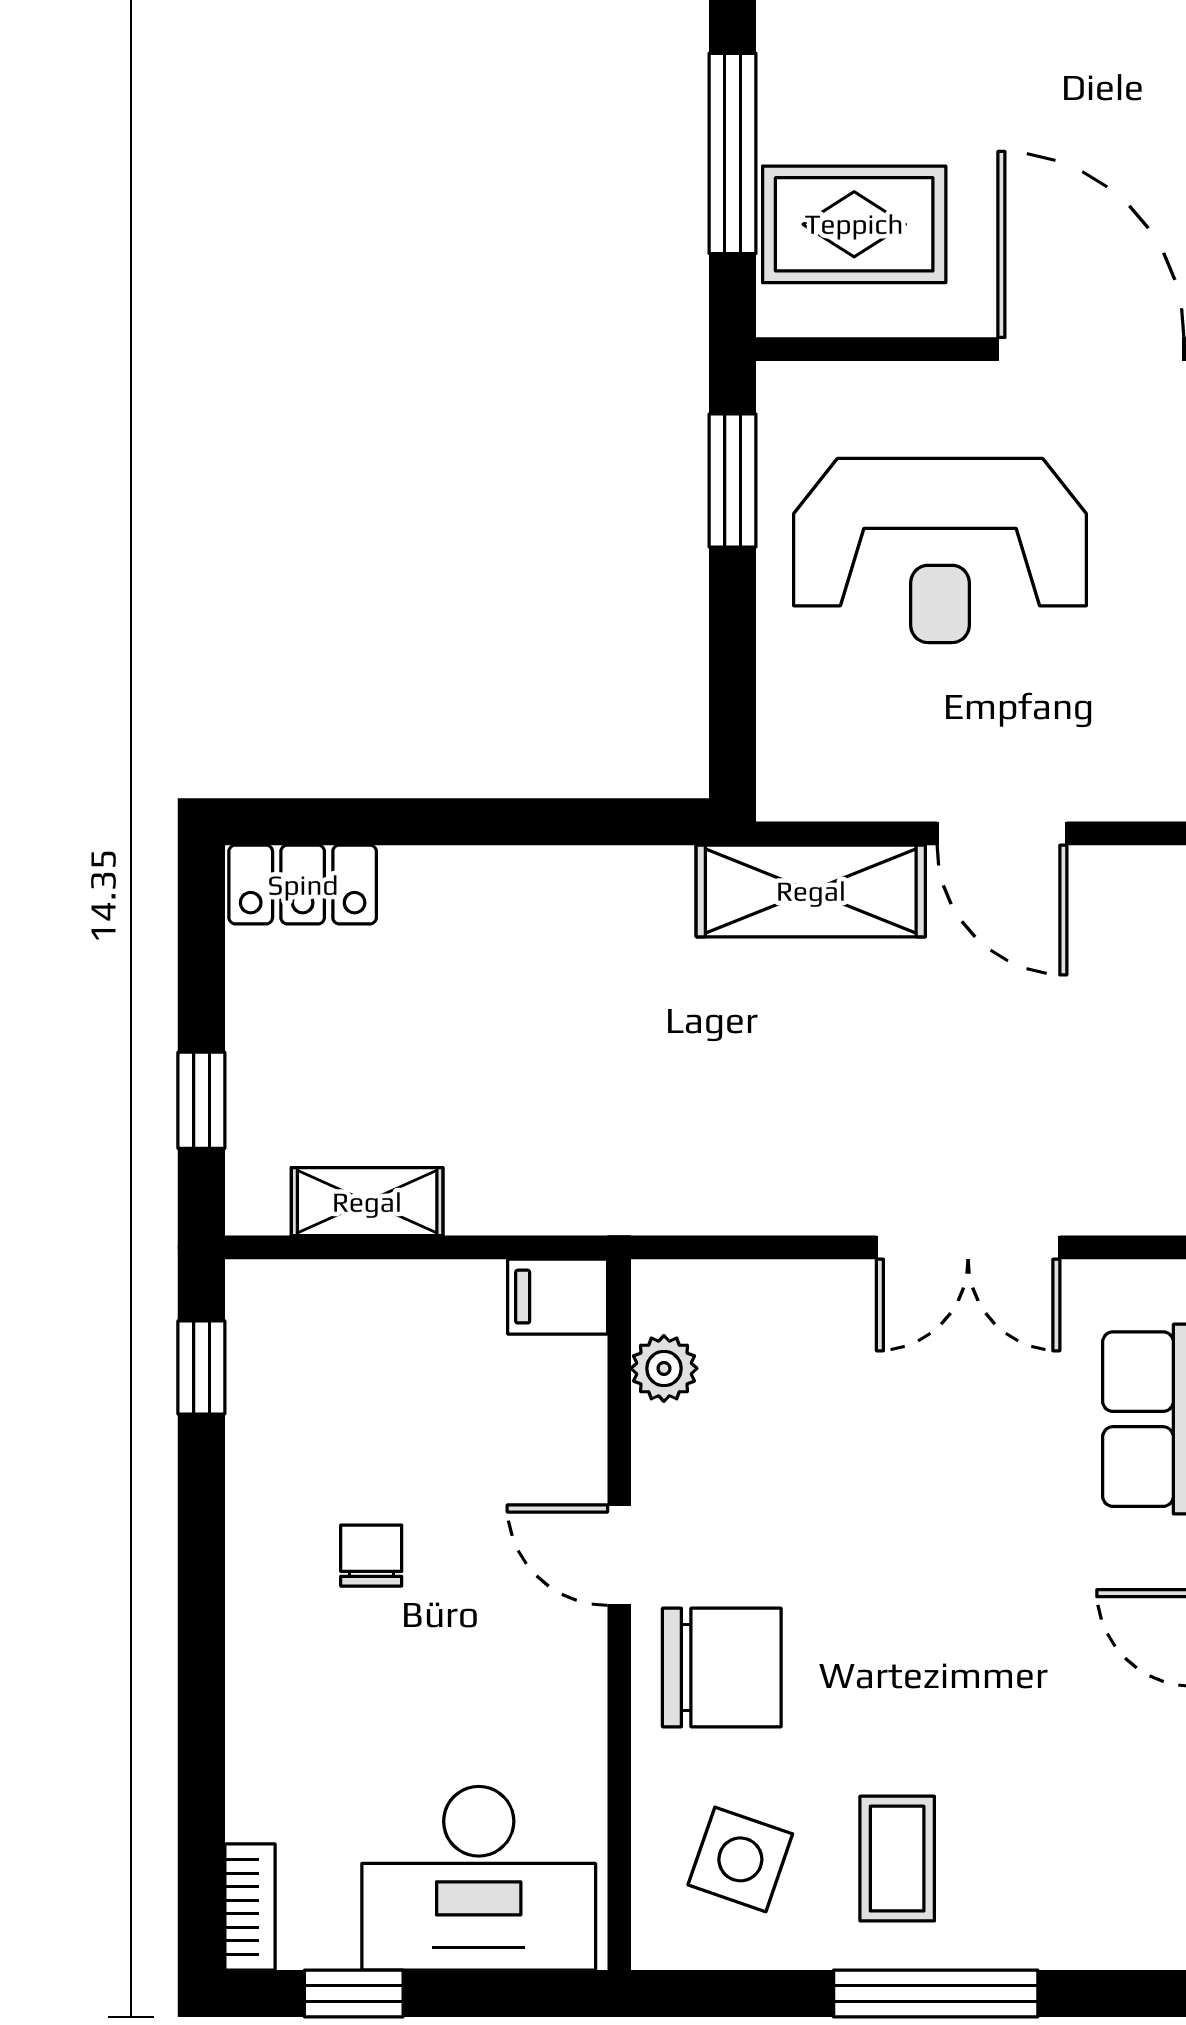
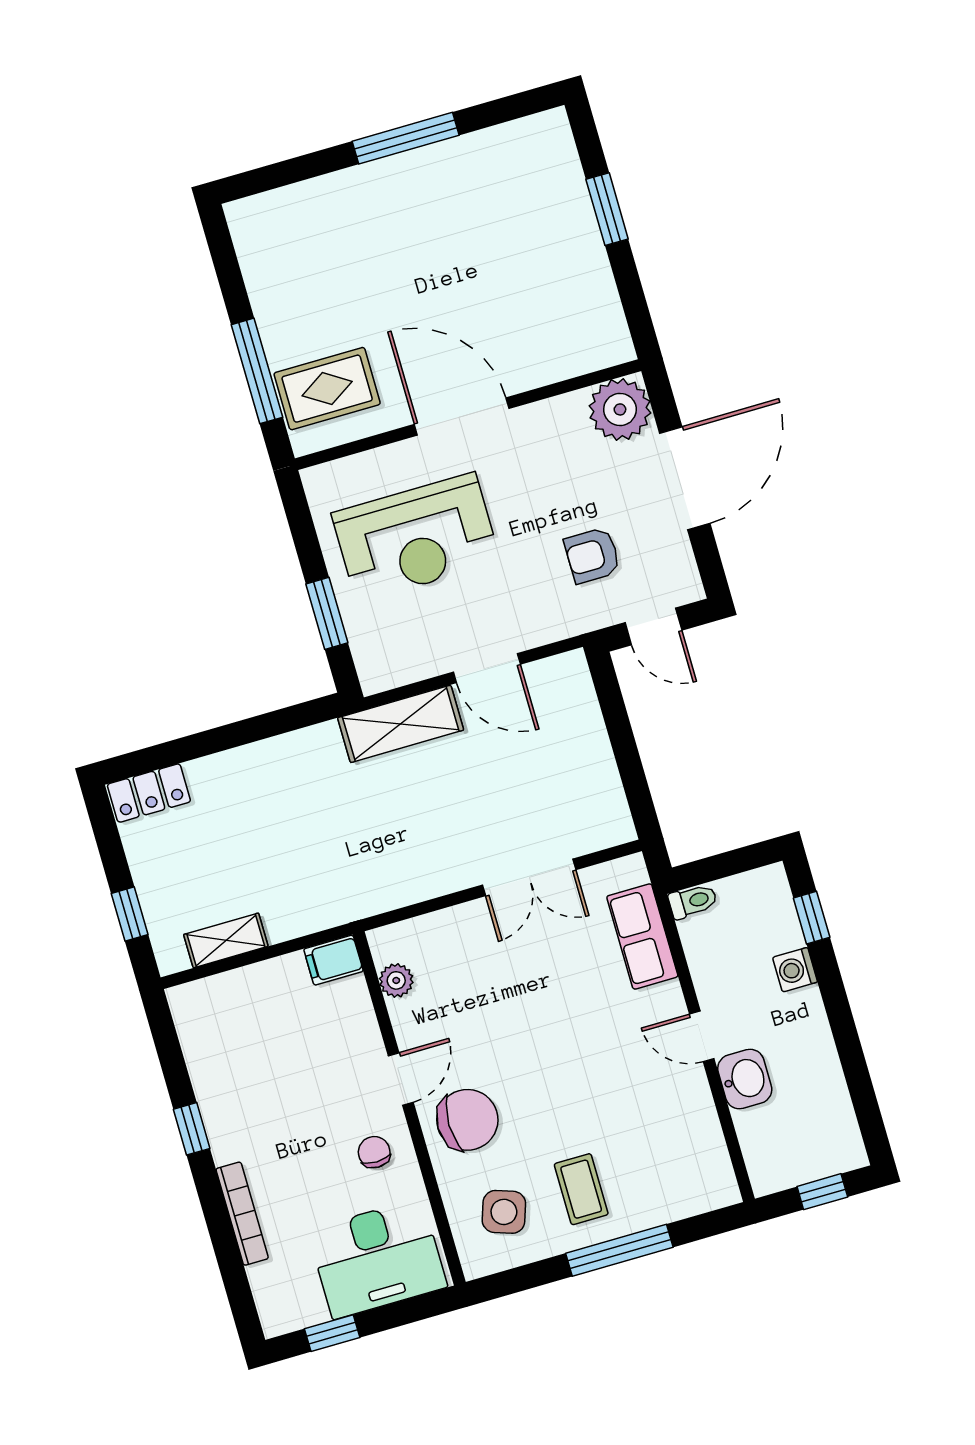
window: (733, 480) -> (327, 613), moved
window: (201, 1367) -> (192, 1129), moved
door: (619, 1555) -> (401, 1079), swing flipped
chair: (371, 1556) -> (374, 1152), moved
bookcase: (250, 1907) -> (242, 1214), moved, width x1.56

